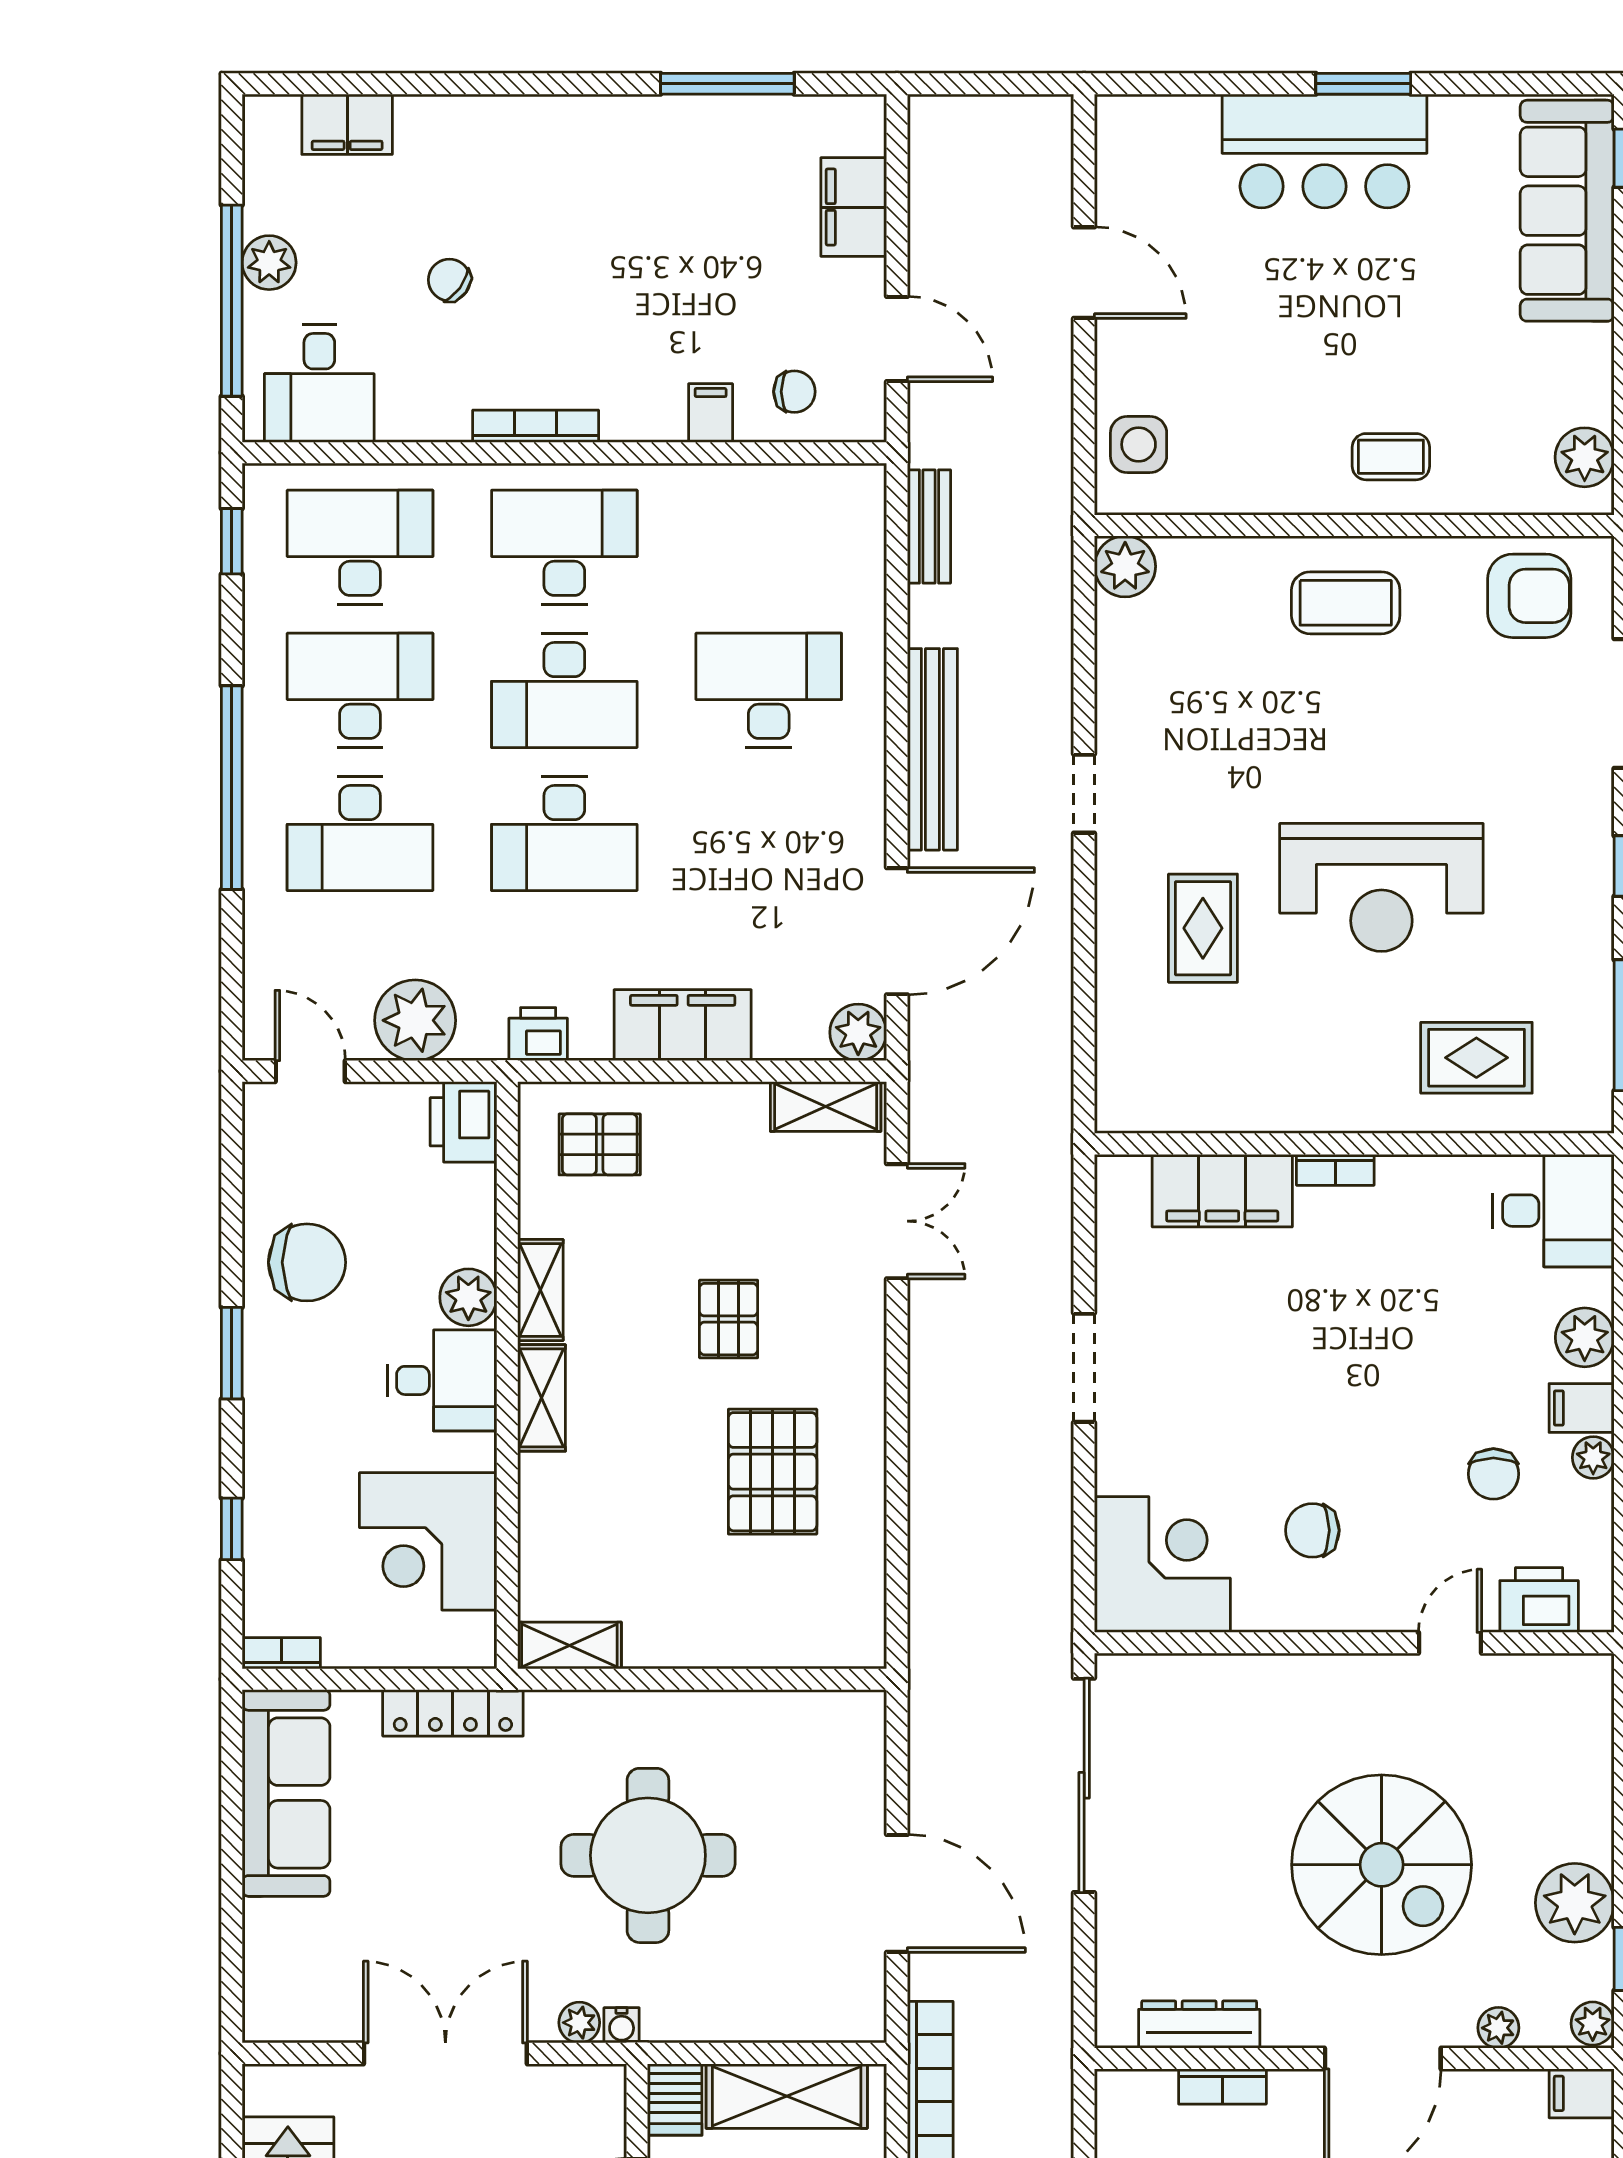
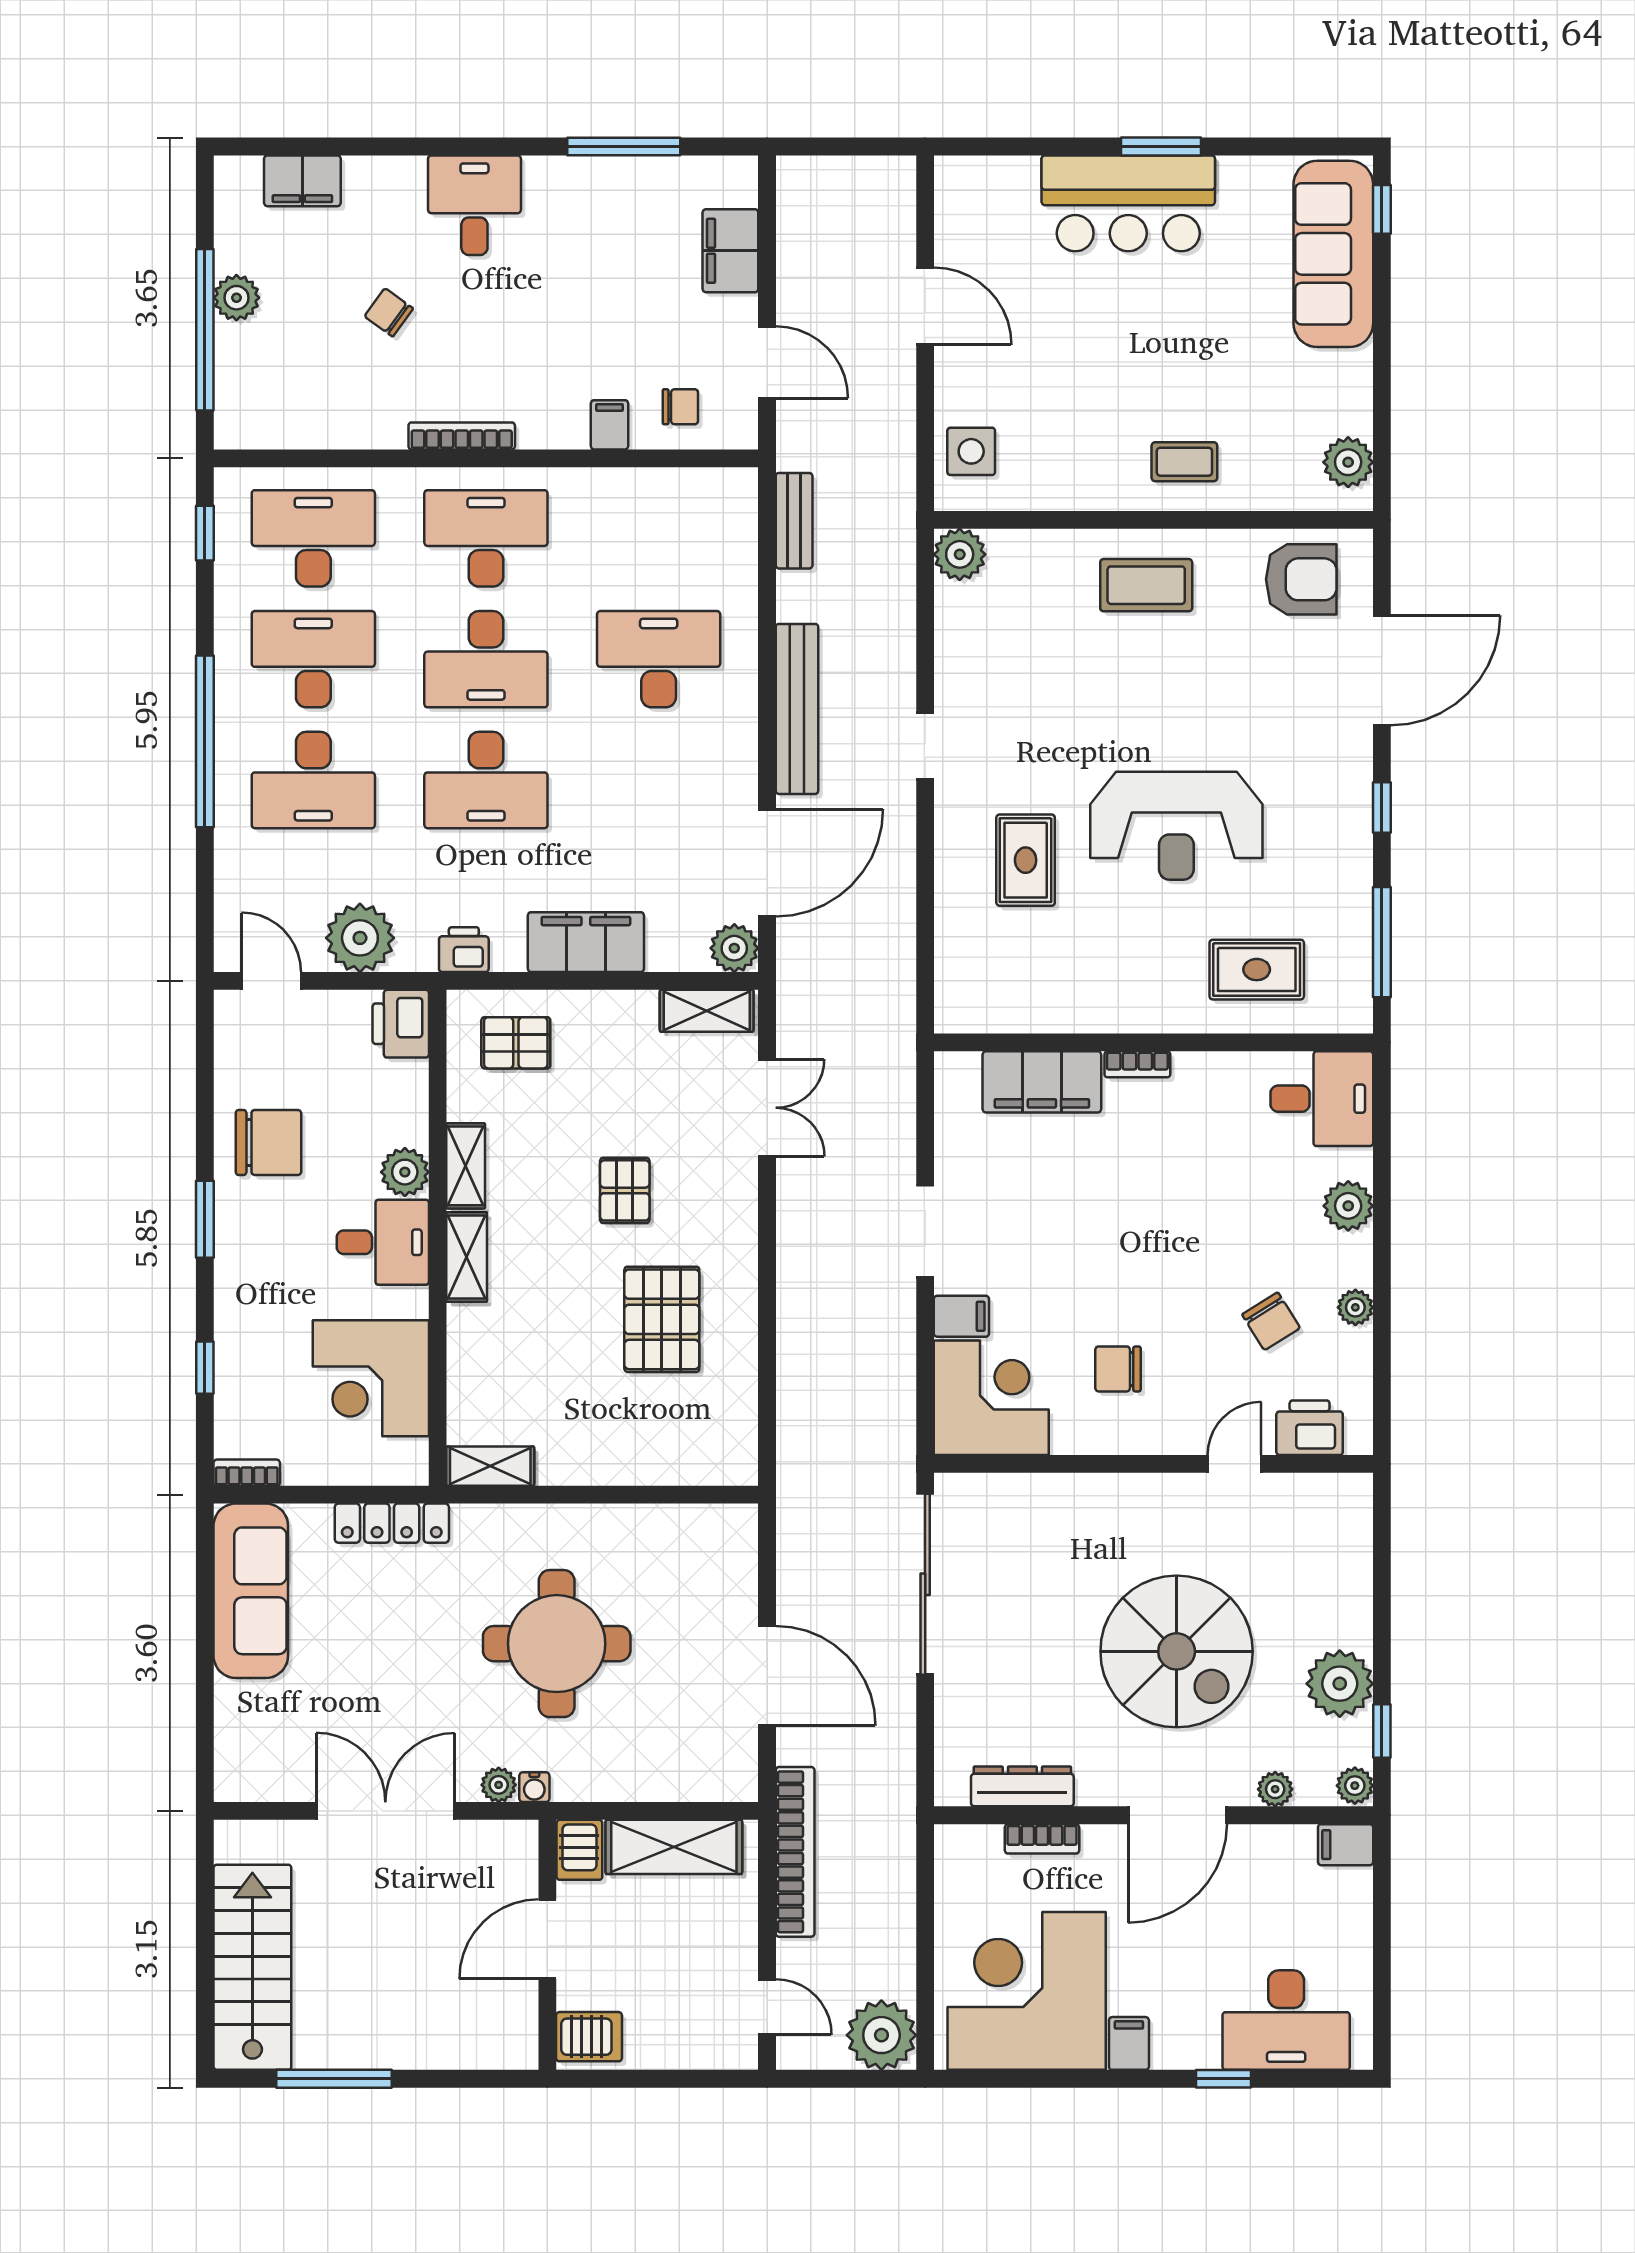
desk: (319, 383) -> (474, 205), moved, turned 180
filing cabinet: (1582, 1408) -> (961, 1316), moved, turned 180
chair: (1493, 1474) -> (1271, 1321), turned -32

